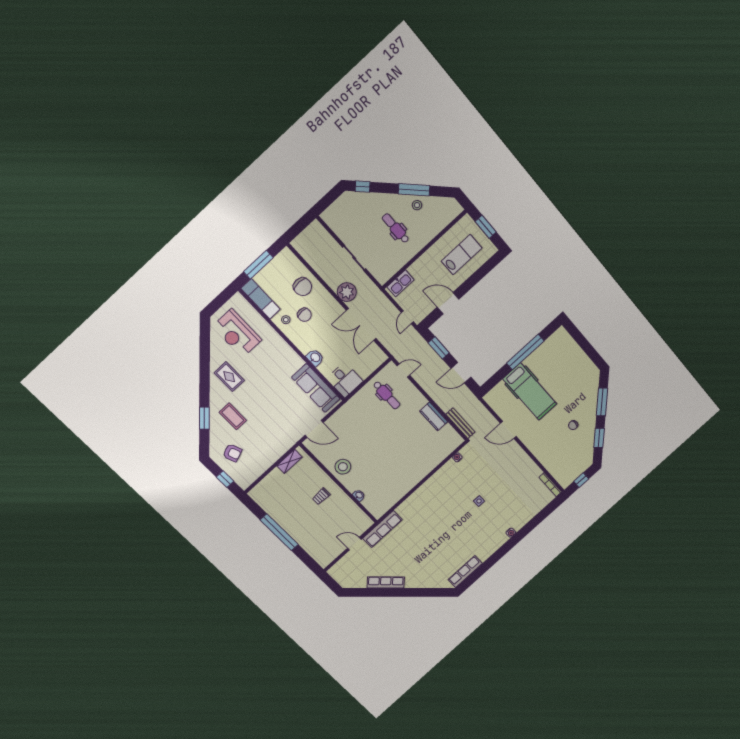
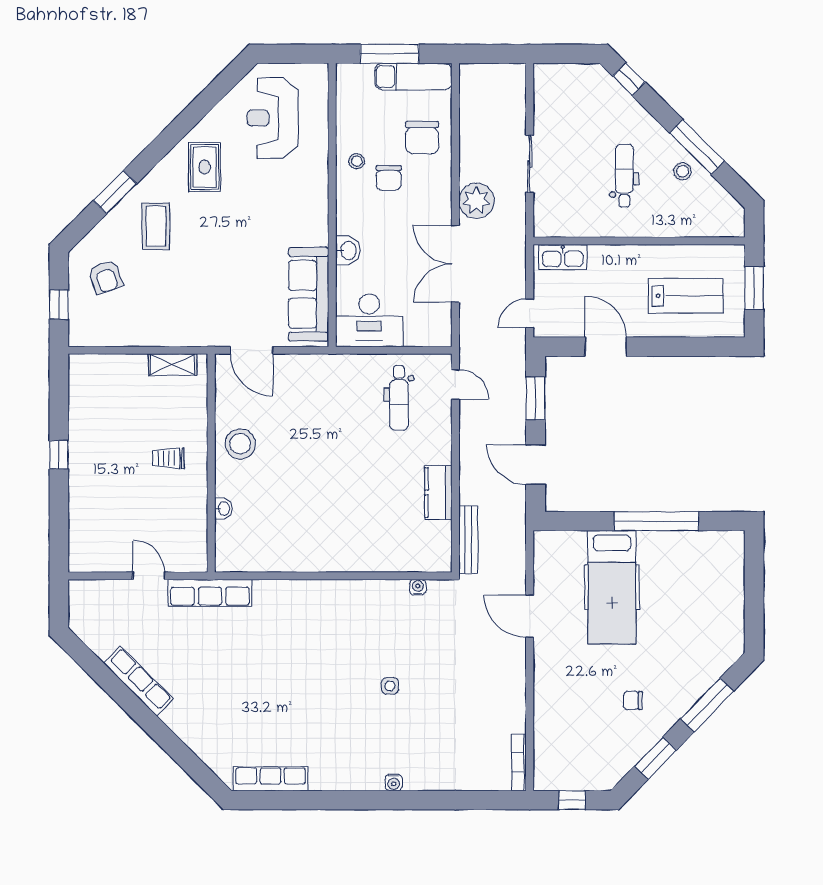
exam couch: (261, 299) -> (413, 77), moved, turned 90
desk: (345, 380) -> (369, 320), width x1.37
window: (279, 532) -> (59, 455), width x0.32

